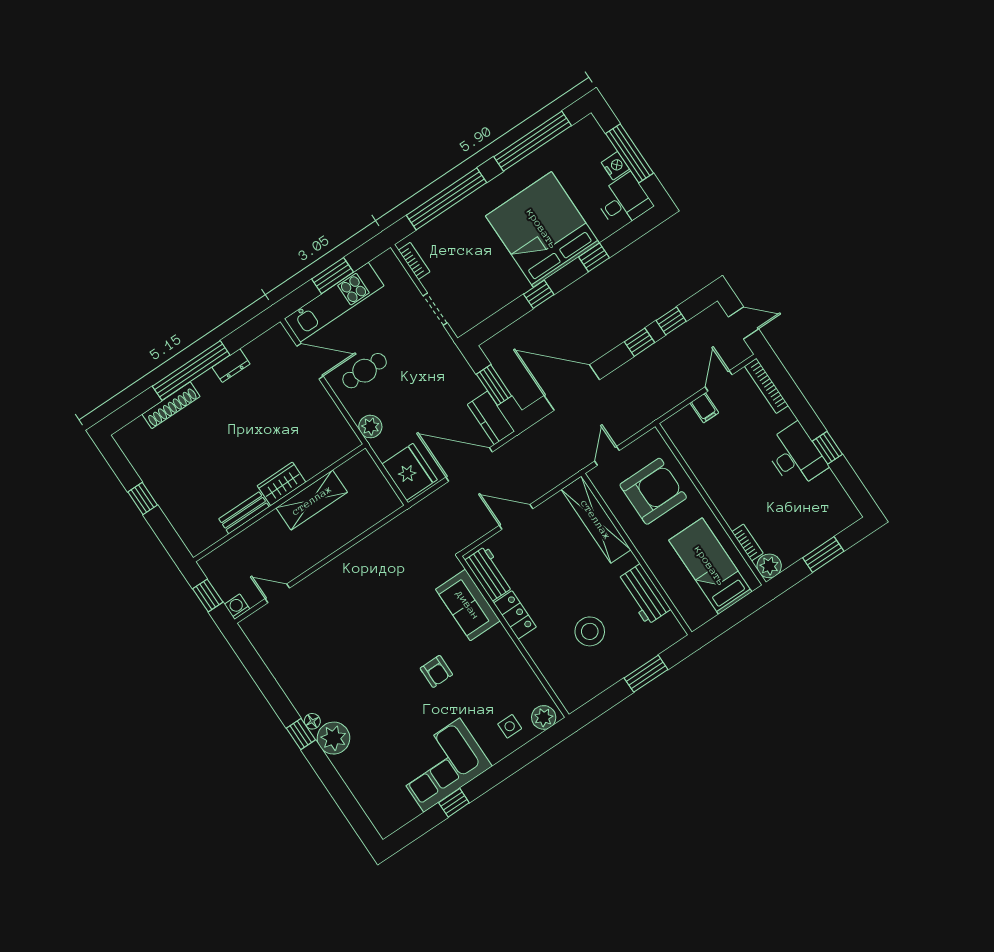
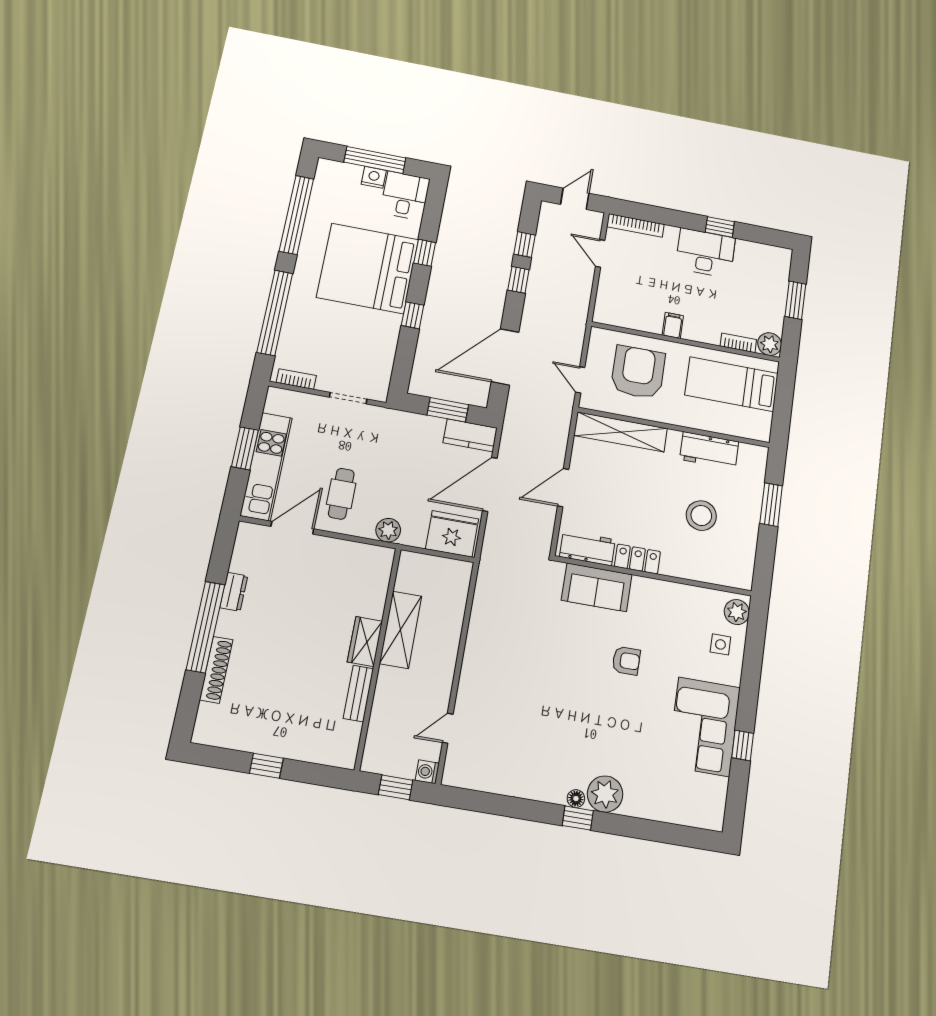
filing cabinet: (704, 408) -> (673, 325), moved, turned -90

